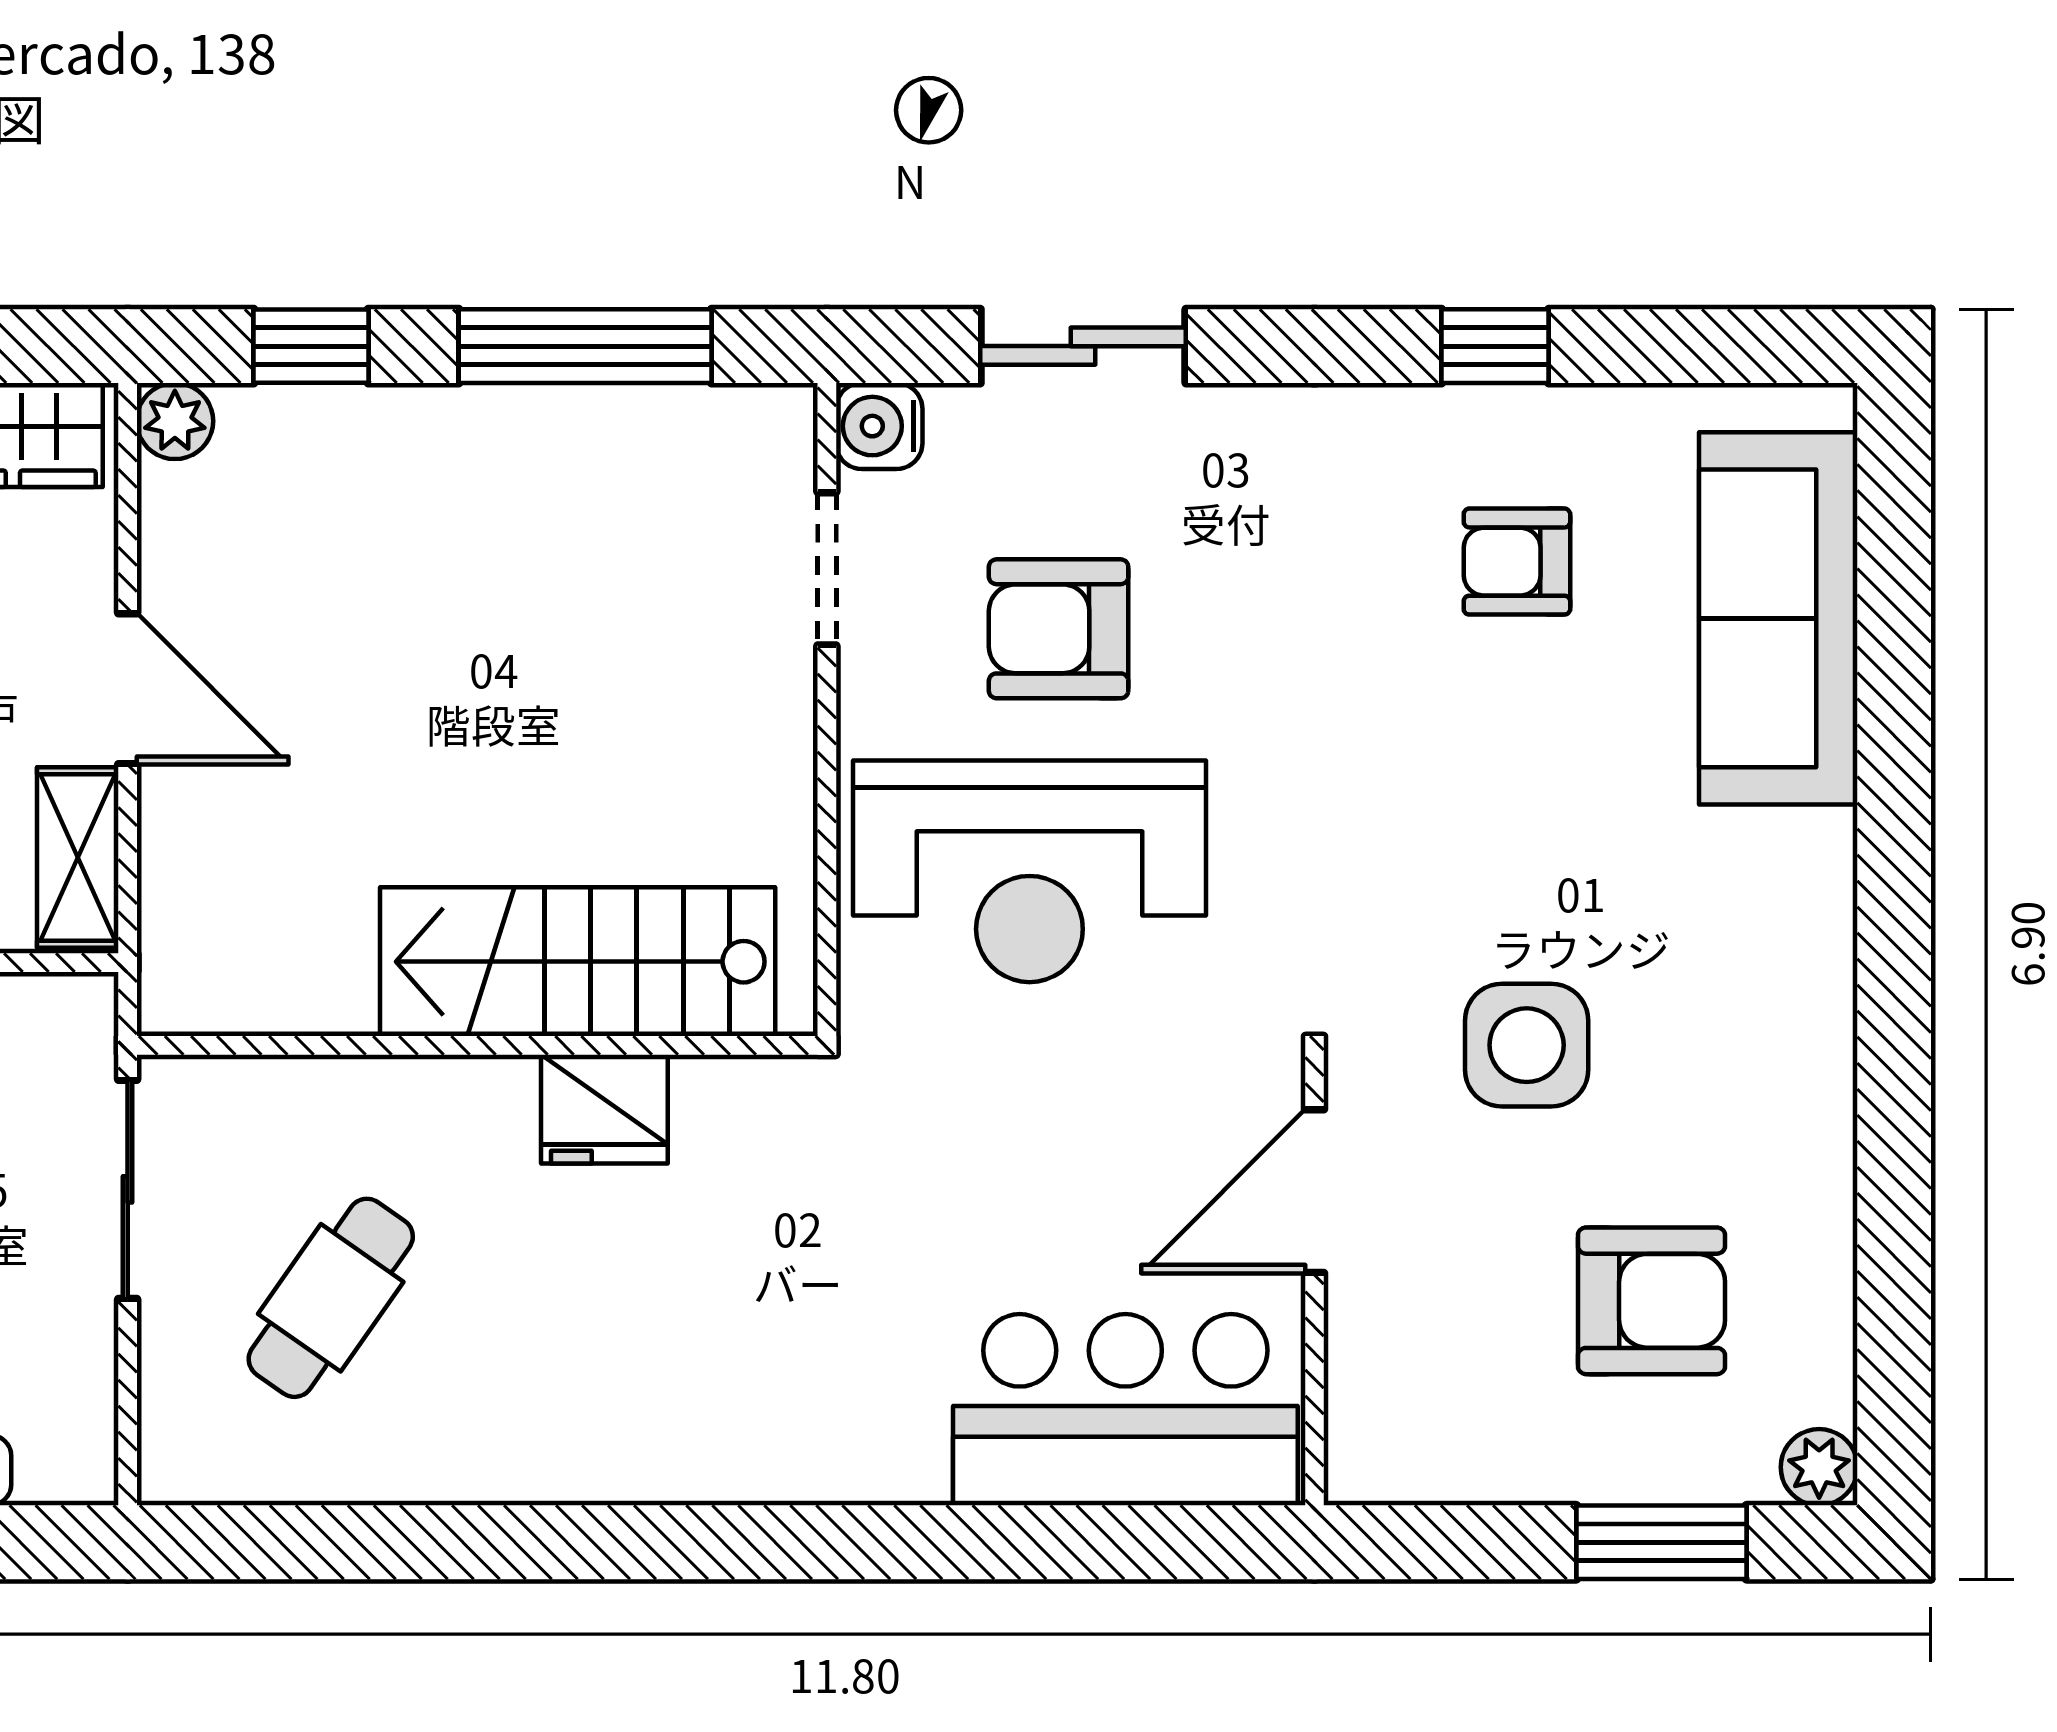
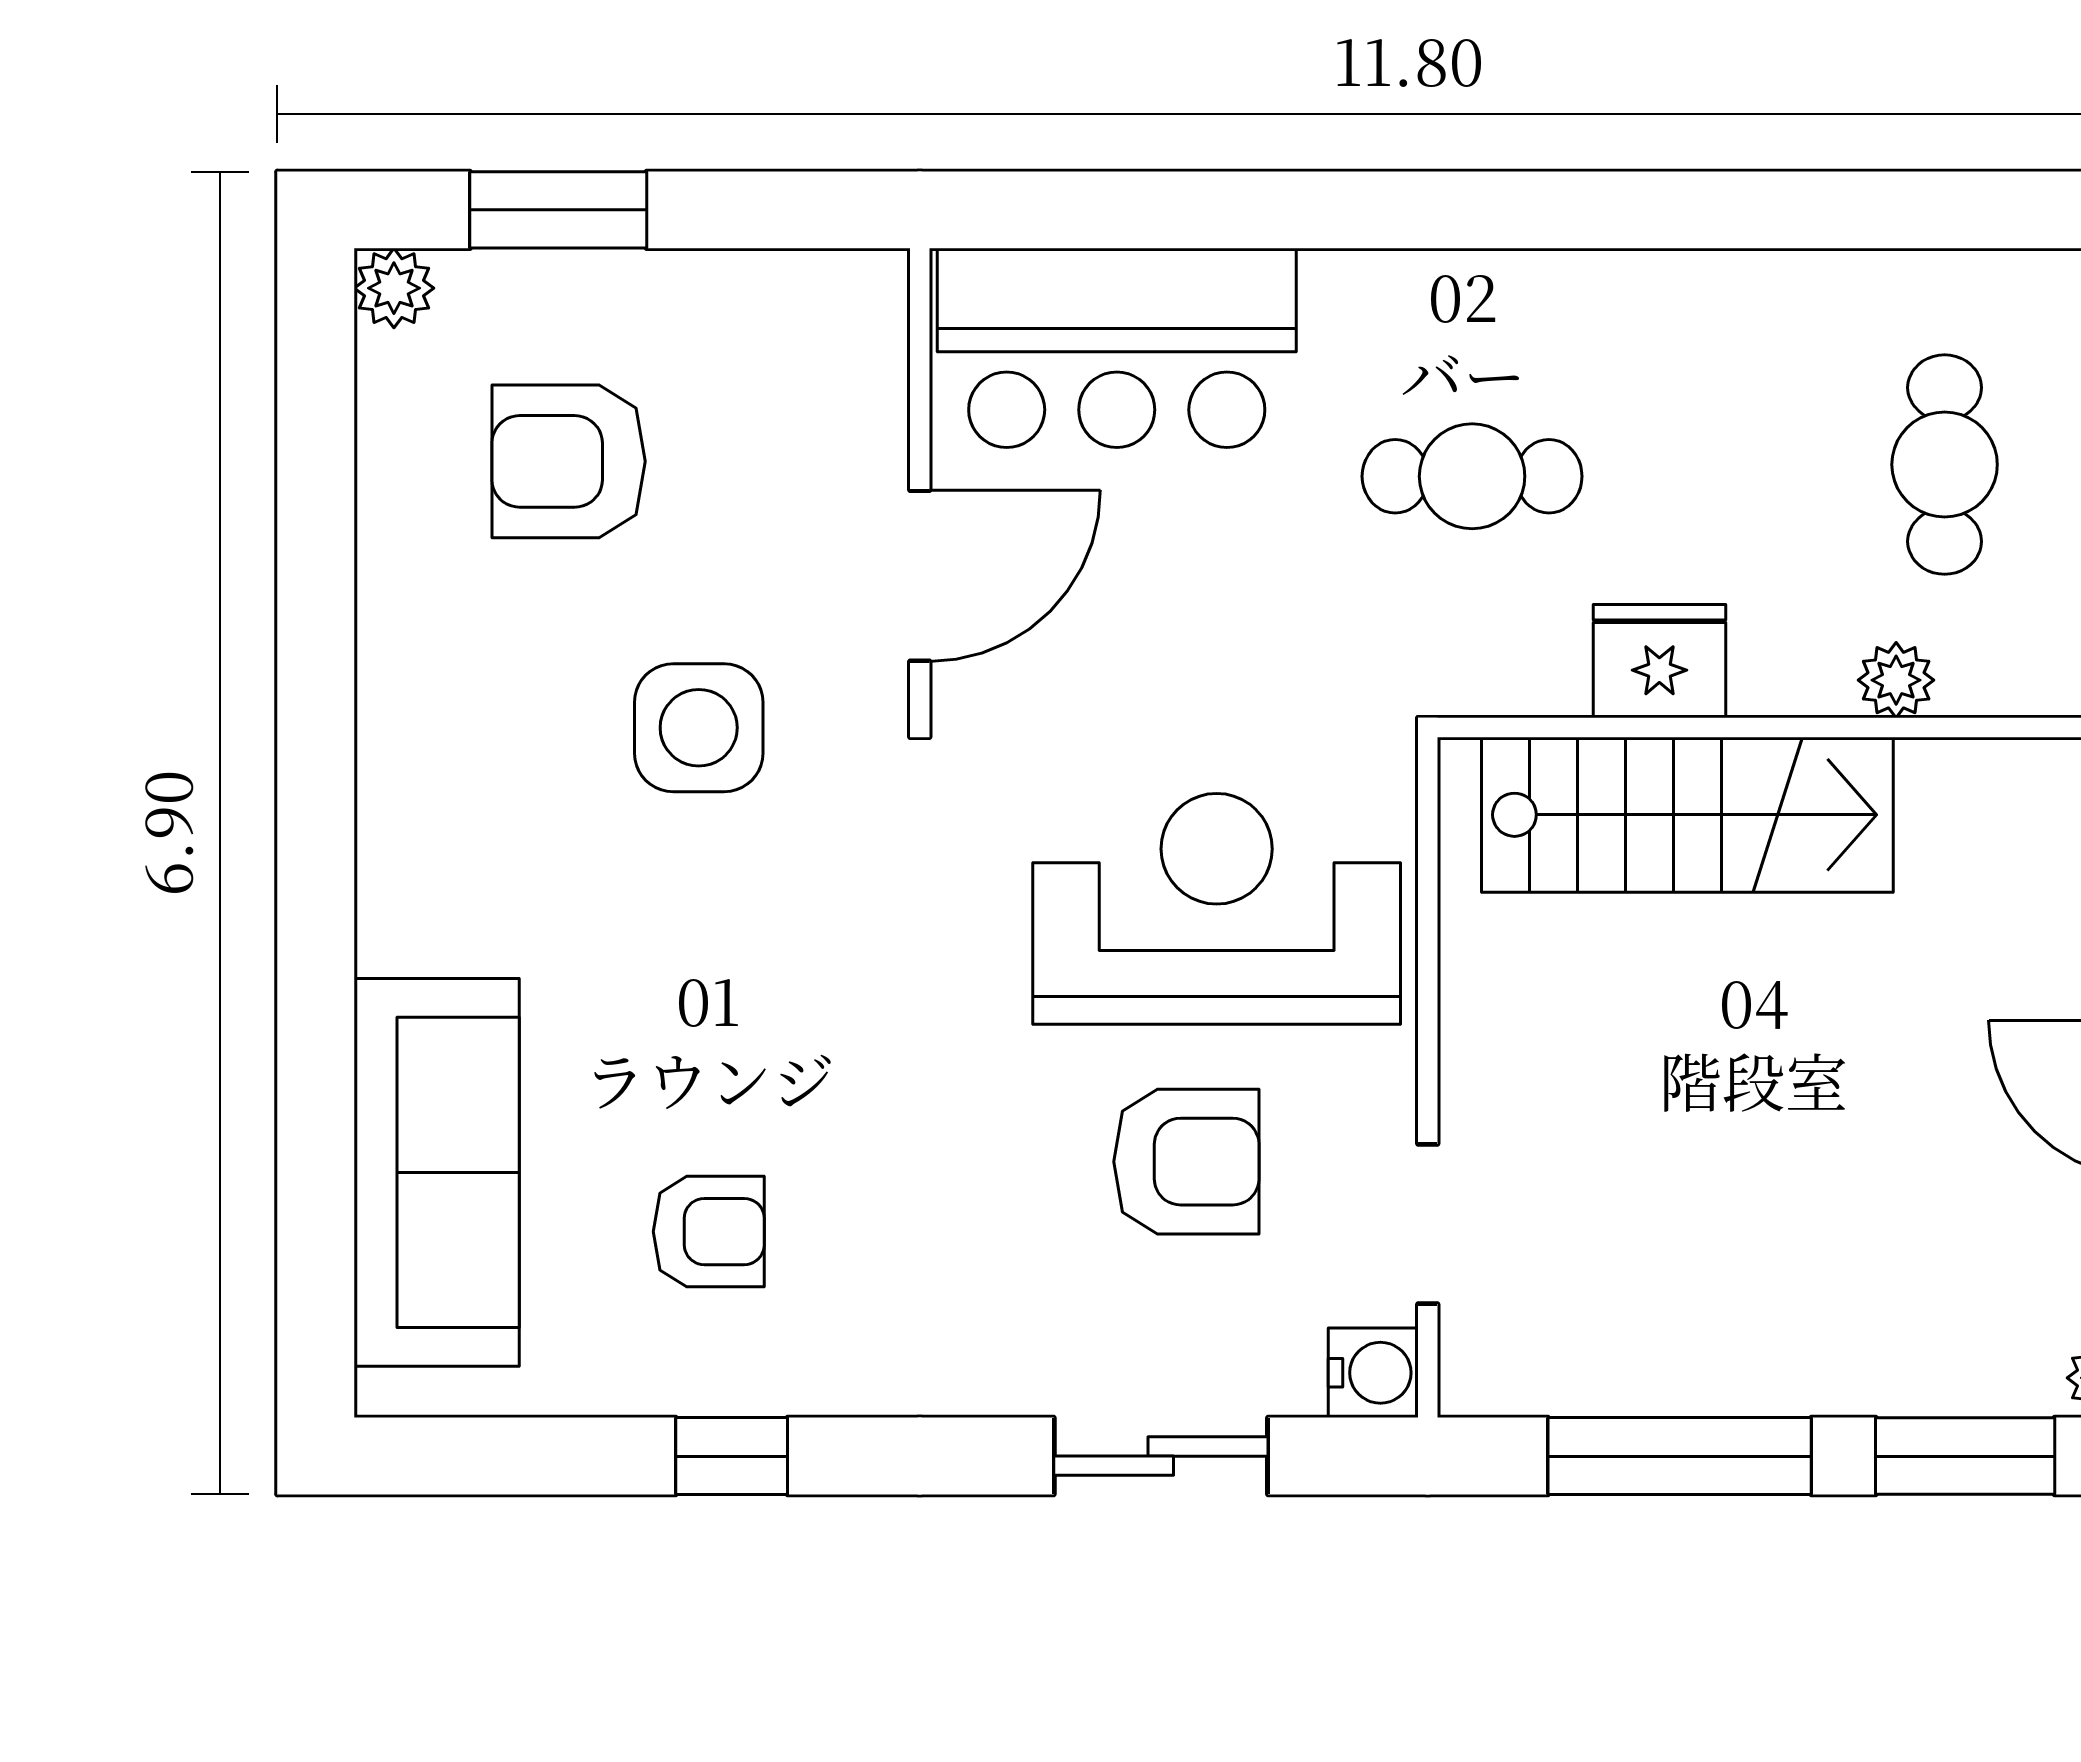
window: (311, 346) -> (1965, 1456), width x1.50
plant: (377, 1091) -> (1896, 680), added
cafe table: (784, 1287) -> (1472, 476), added
cafe table: (331, 1298) -> (1945, 465), turned -35

